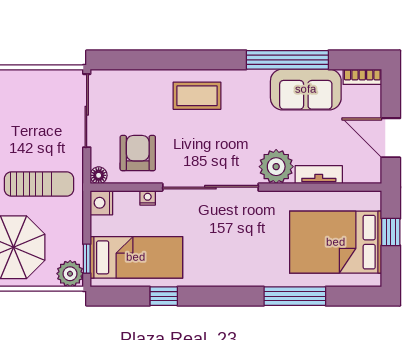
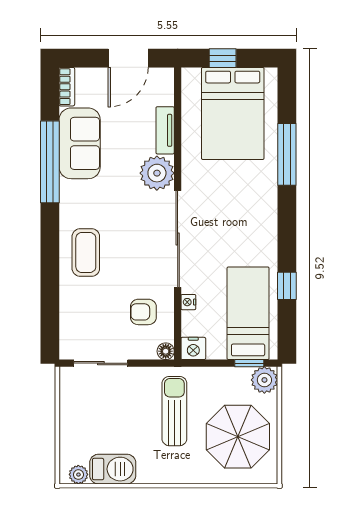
sliding door: (87, 111) -> (101, 363), width x0.73
armchair: (138, 153) -> (143, 312), width x0.72, depth x0.72

